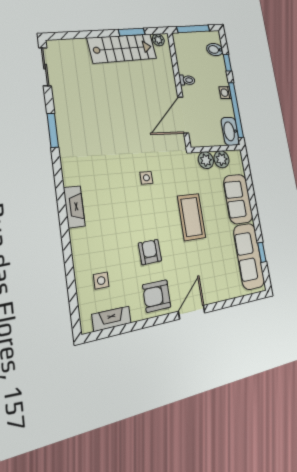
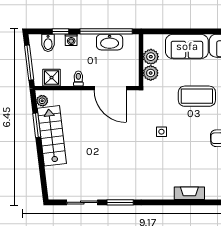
shower: (183, 51) -> (52, 78), added
sliding door: (45, 67) -> (82, 202), moved
washing machine: (225, 93) -> (71, 40), moved
washbasin: (230, 131) -> (110, 42), moved
fireplace: (74, 207) -> (189, 193), moved

